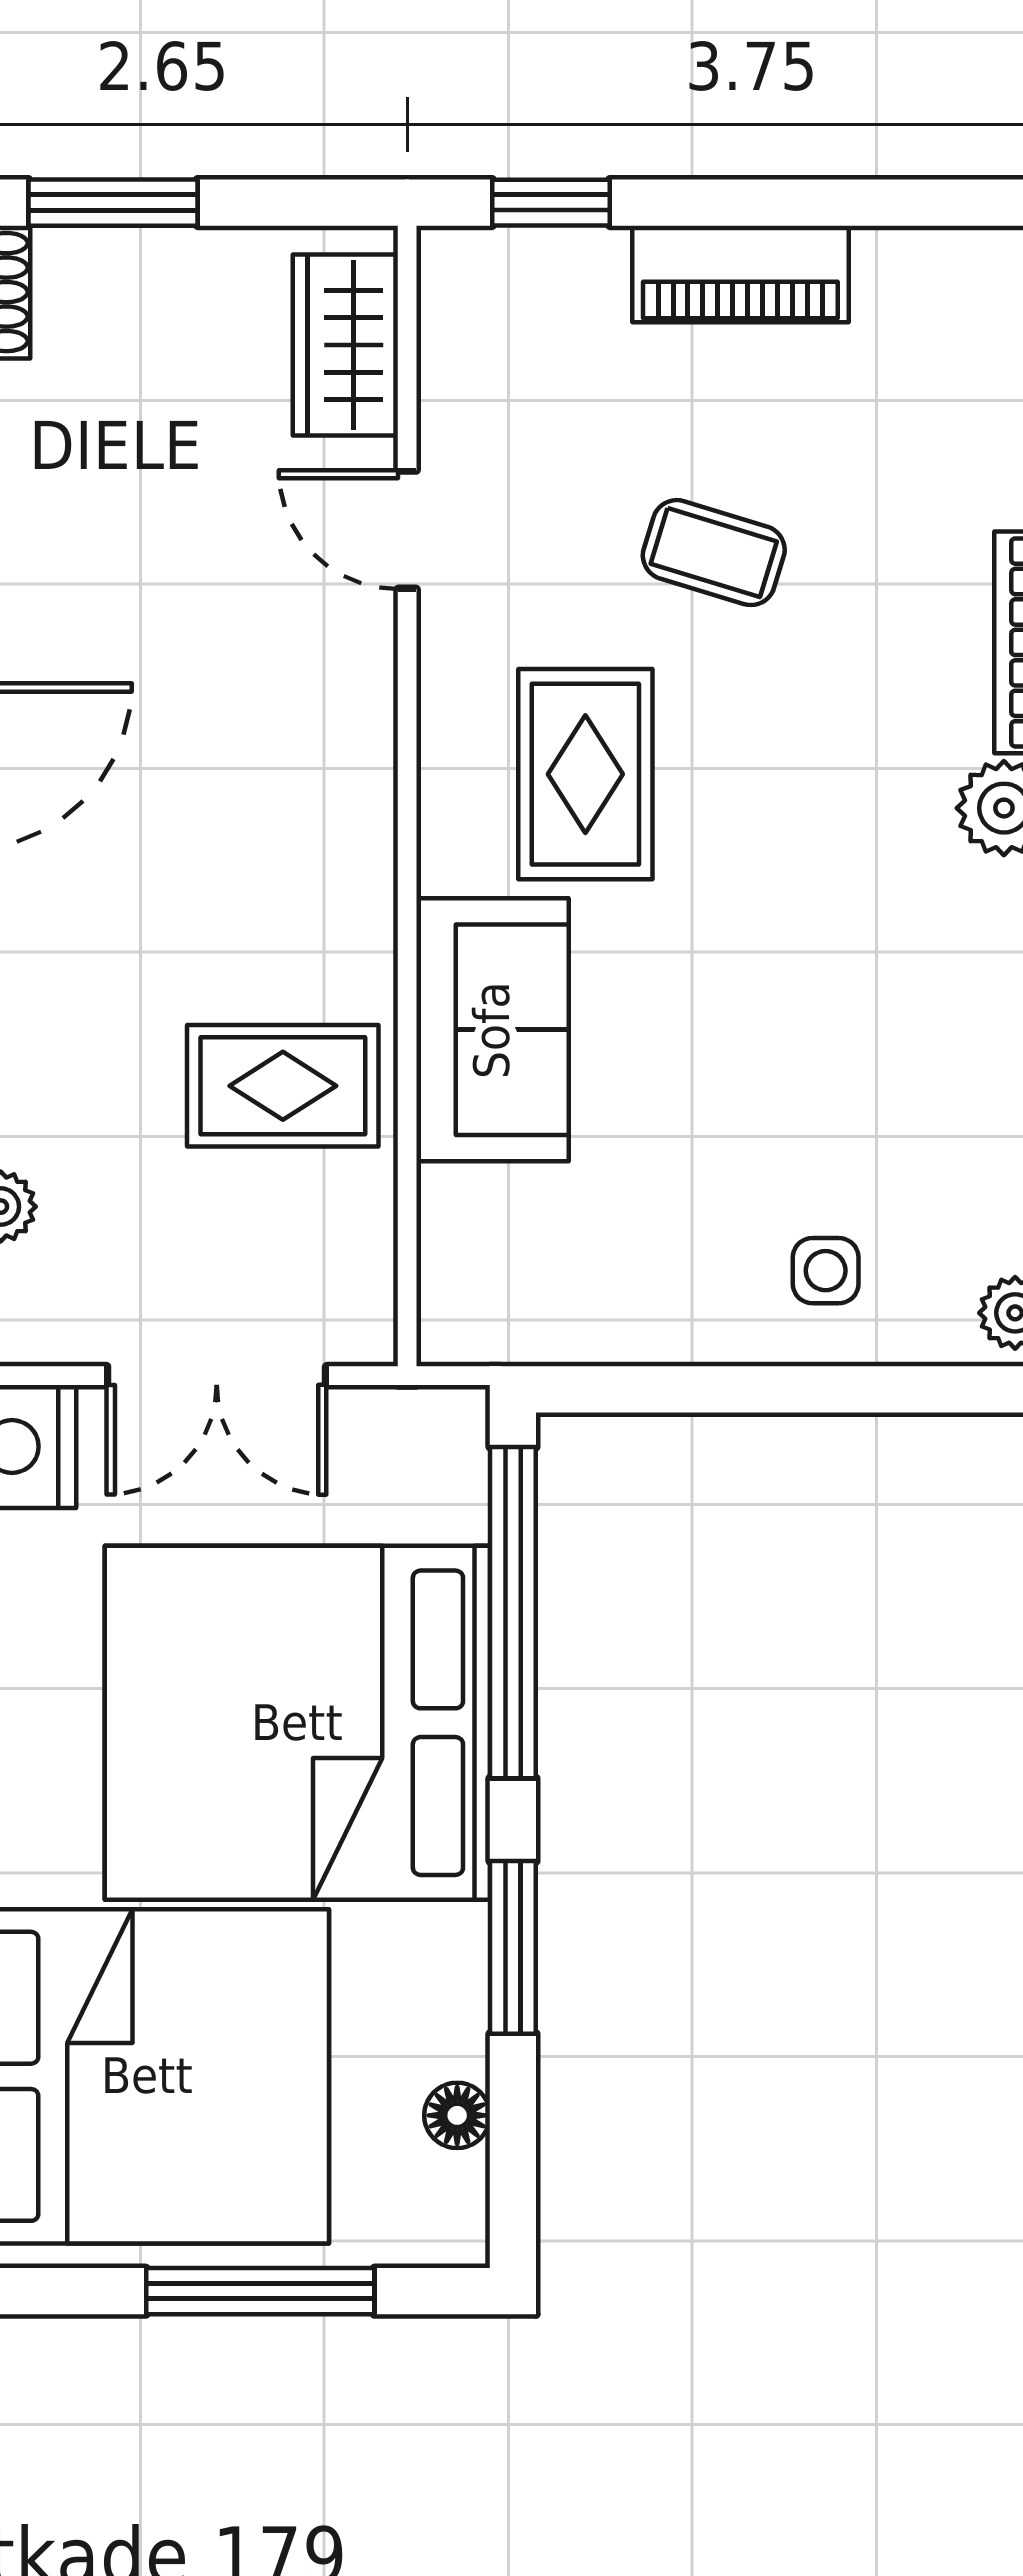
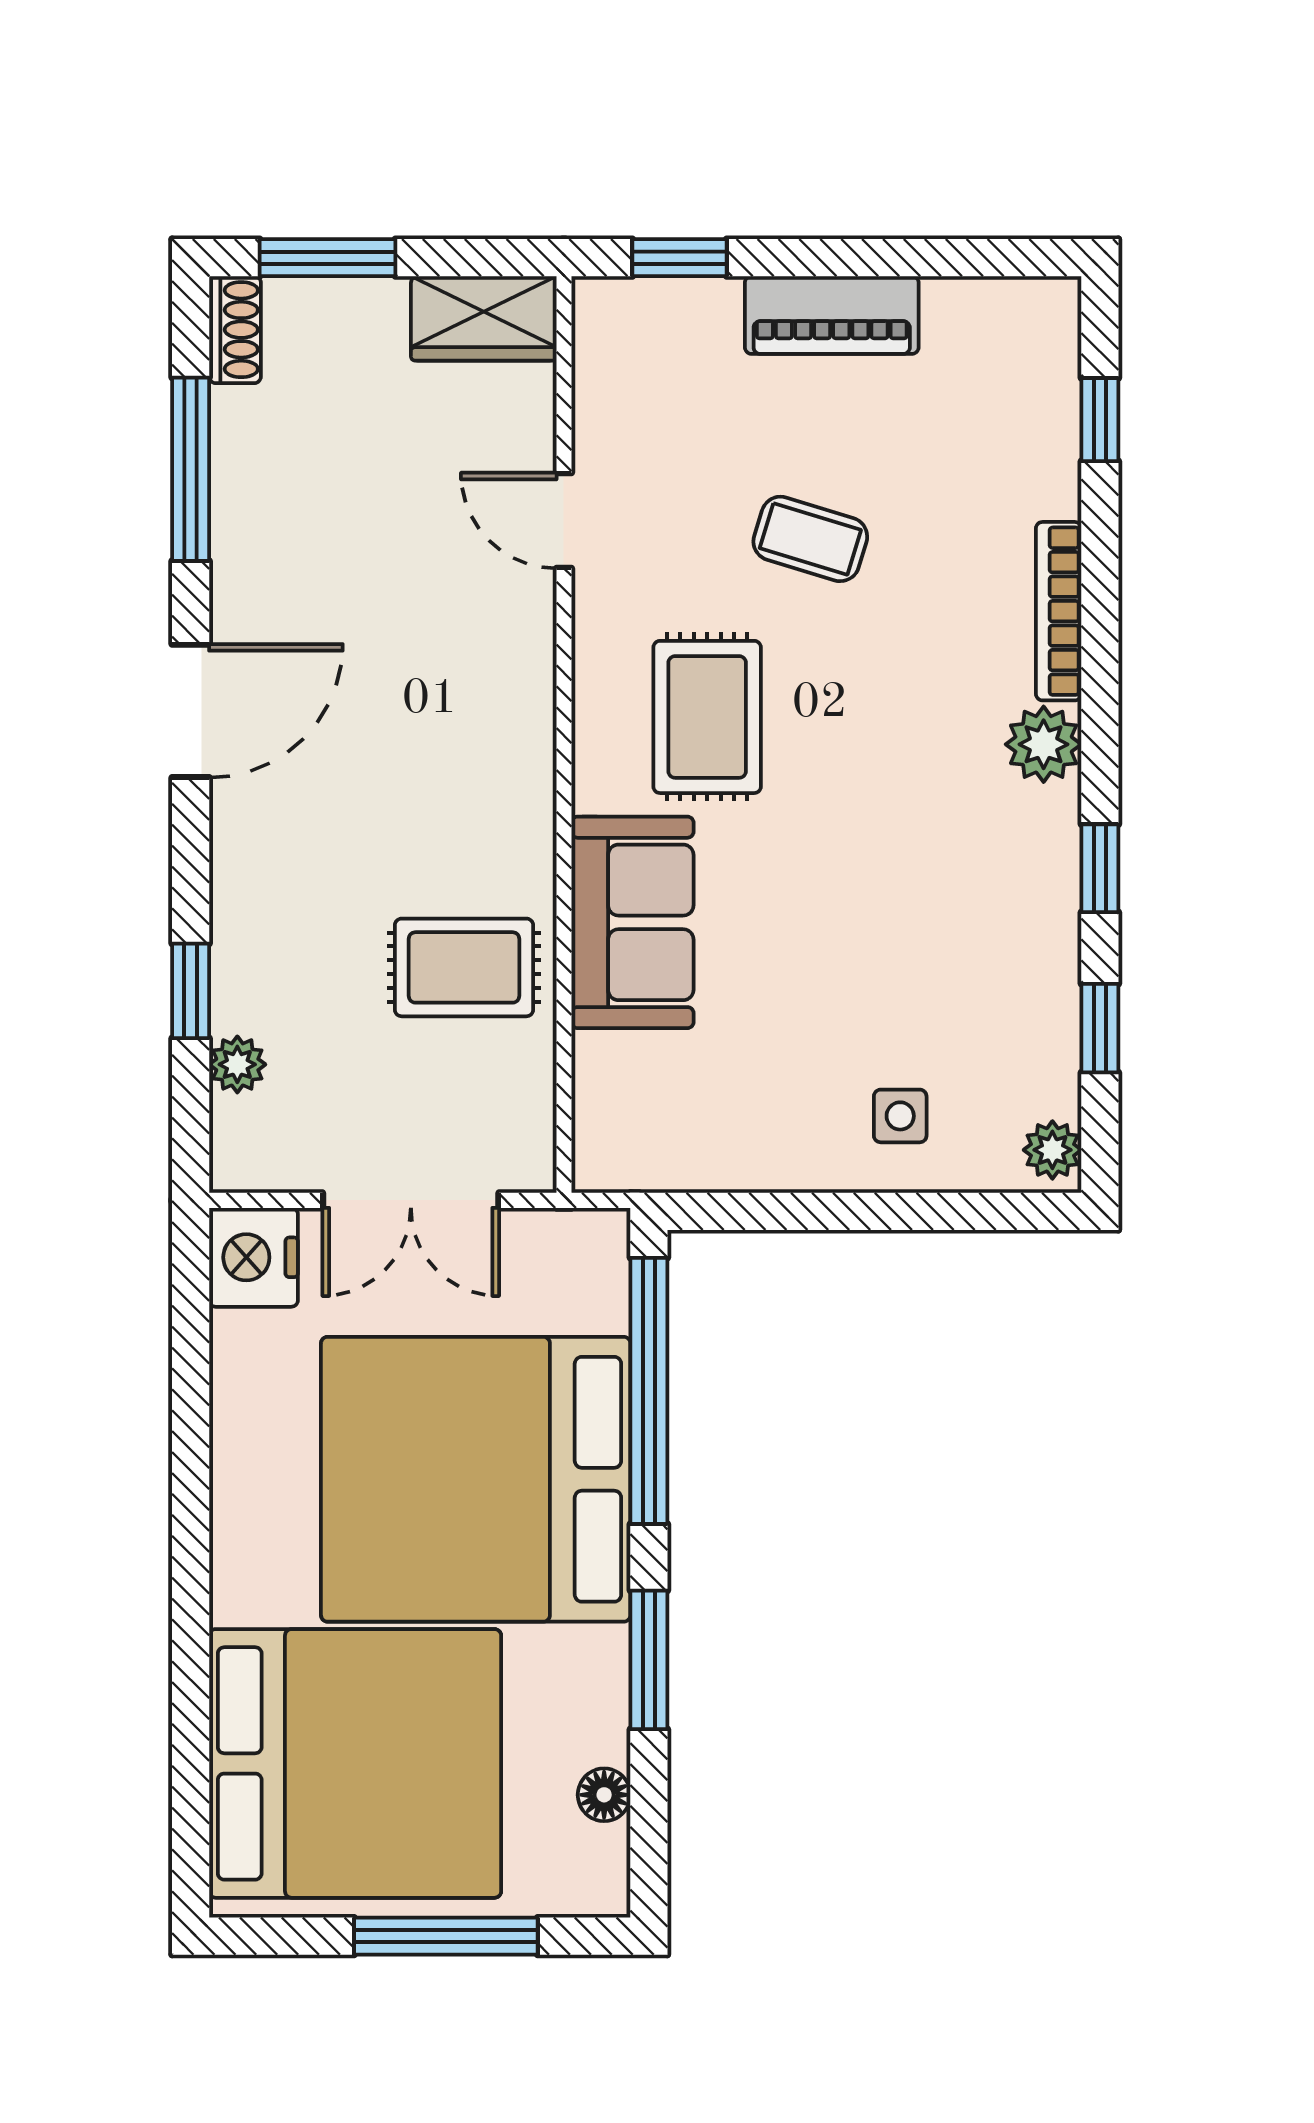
wardrobe: (345, 345) -> (484, 318), moved, turned -90

